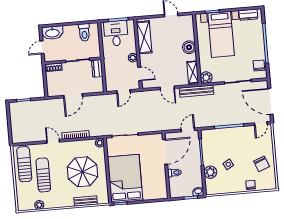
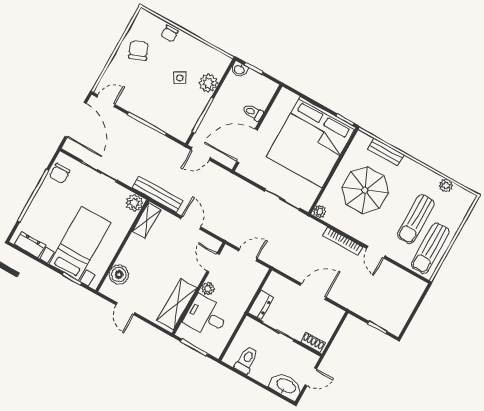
desk: (116, 33) -> (206, 316), moved, turned 90
boiler: (189, 47) -> (119, 275), moved
bed: (125, 179) -> (311, 142), width x1.36

